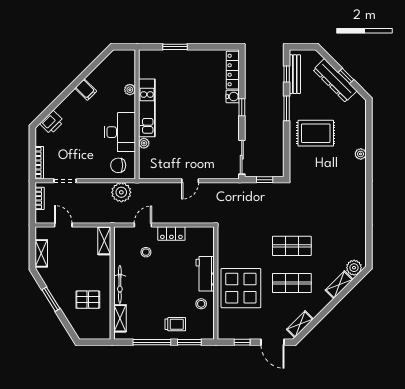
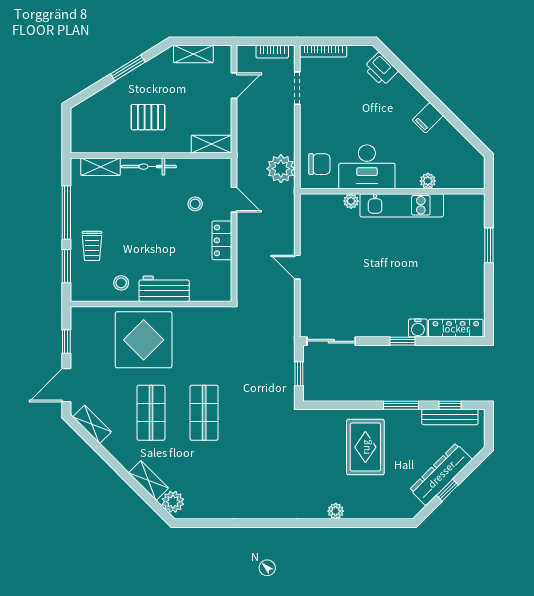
chair: (118, 165) -> (319, 164), turned 90
pallet: (88, 300) -> (148, 117), moved, turned 90

